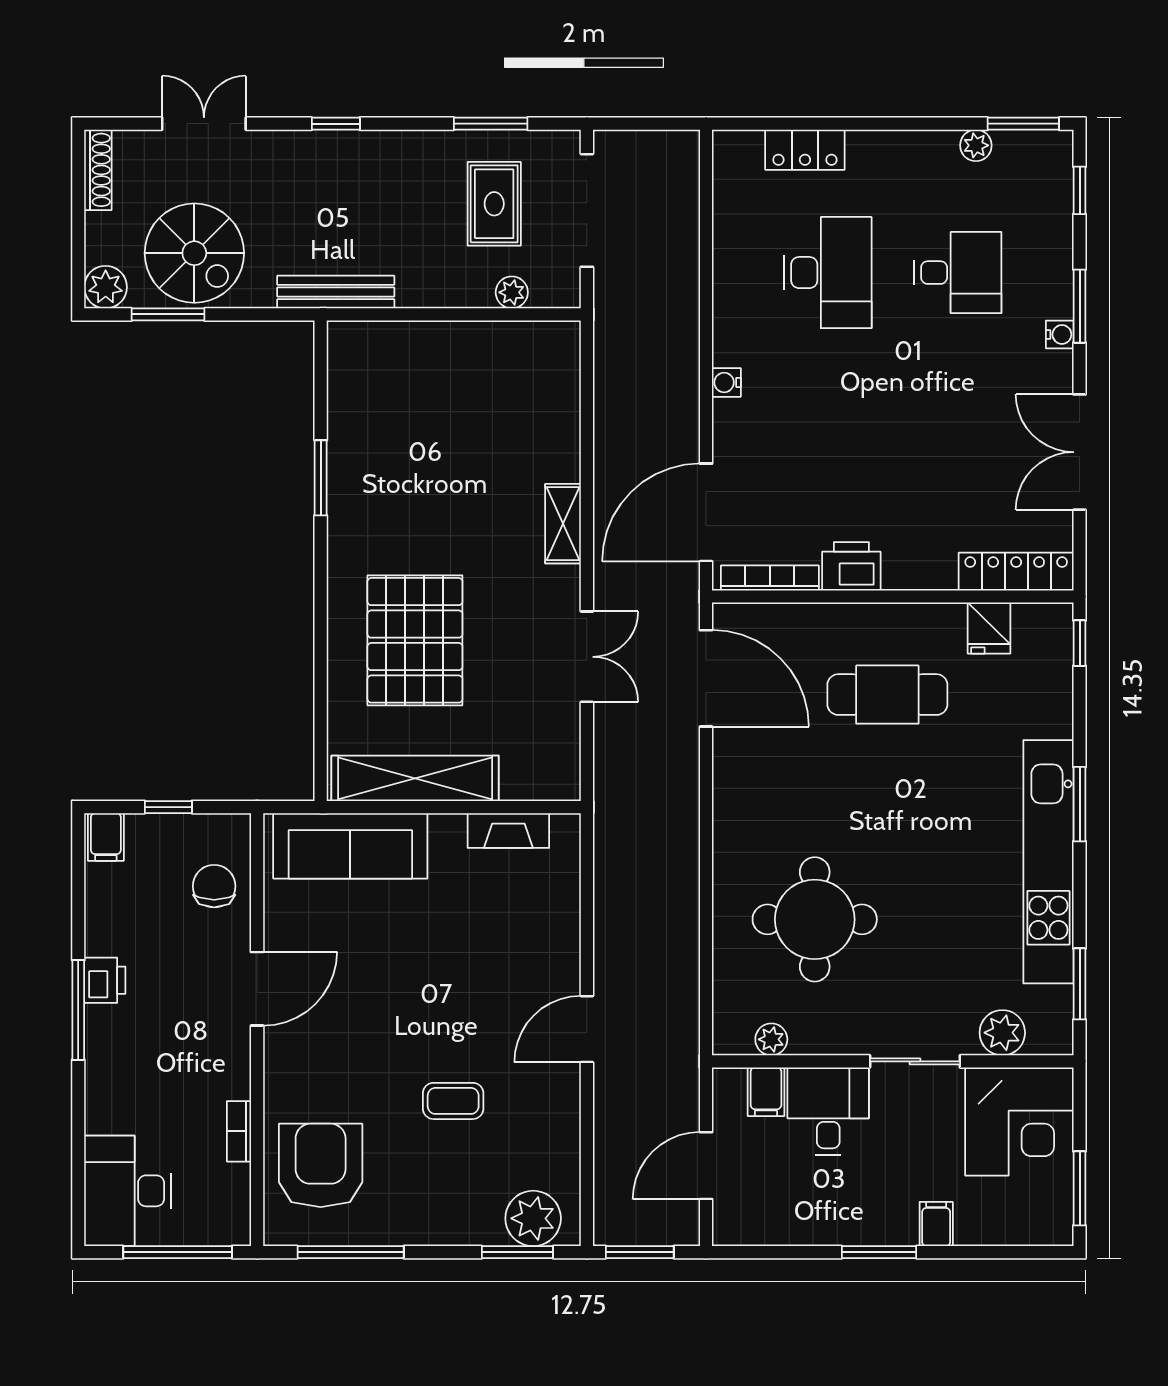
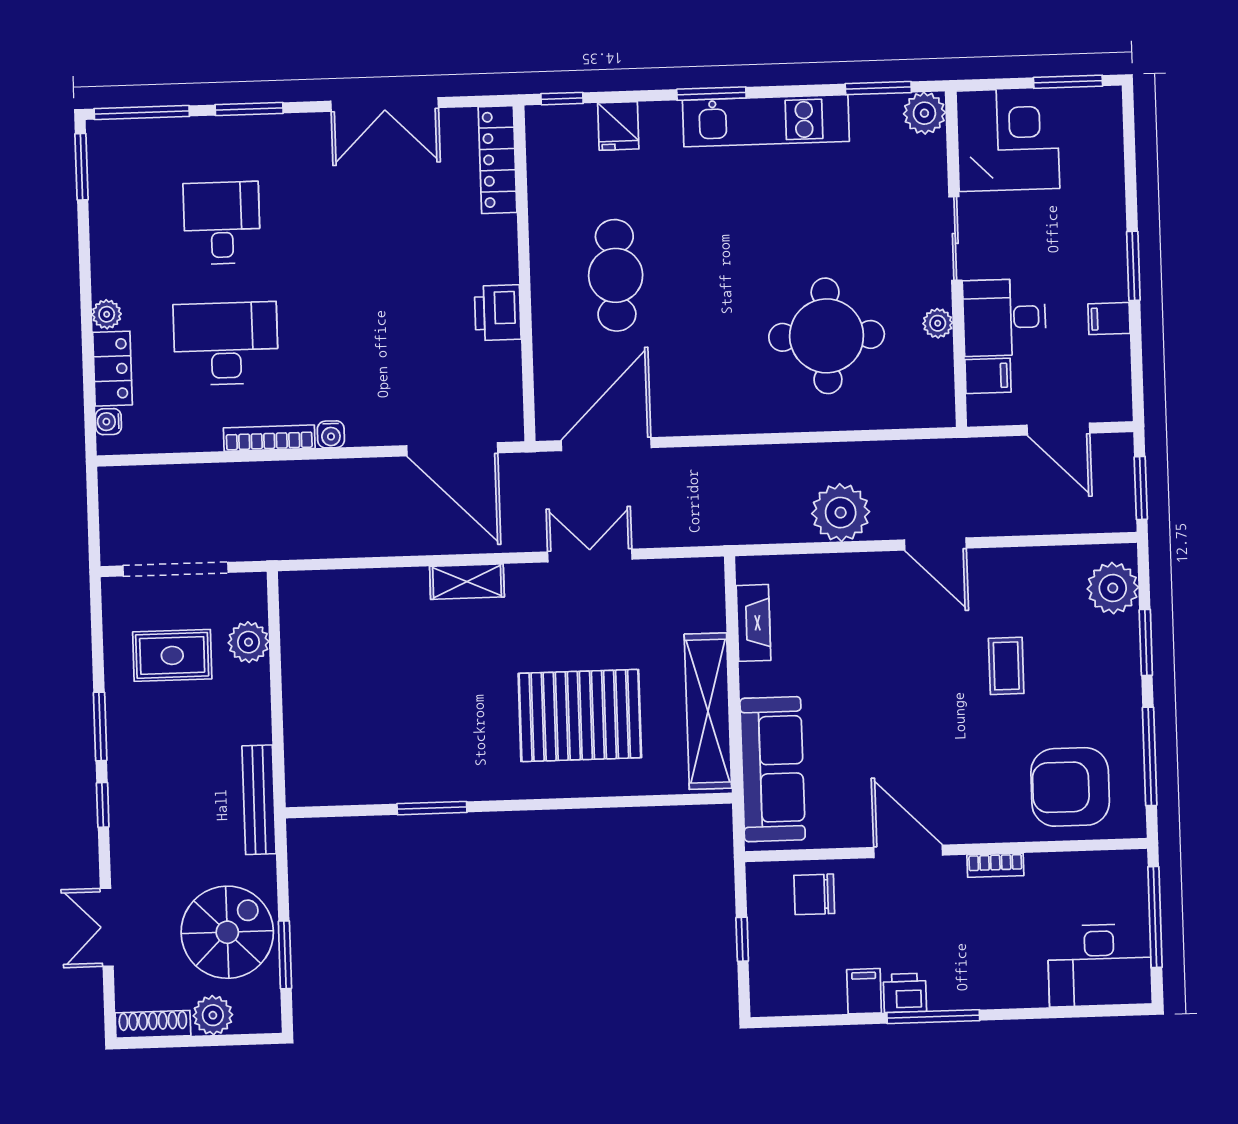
window: (491, 124) -> (100, 726), moved
plant: (976, 145) -> (107, 314), moved
window: (1080, 190) -> (142, 113), width x2.17
plant: (106, 287) -> (213, 1015), moved
plant: (512, 292) -> (249, 642), width x1.38, depth x1.38
water cooler: (1060, 334) -> (108, 422), moved, turned -90
bookcase: (770, 578) -> (269, 438), moved, turned 90
fridge: (989, 628) -> (618, 126), moved, turned 90
filing cabinet: (106, 837) -> (864, 991), moved, turned -90
kitchen unit: (1048, 862) -> (766, 121), width x0.73
plant: (624, 928) -> (841, 513), added
plant: (1002, 1033) -> (924, 113), moved
plant: (771, 1039) -> (938, 323), moved
bookcase: (239, 1131) -> (995, 865), moved
filing cabinet: (936, 1224) -> (1109, 319), moved
window: (517, 1252) -> (1146, 642), moved

